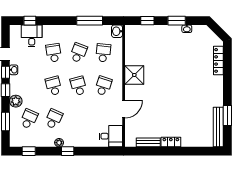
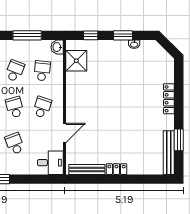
locker: (218, 60) -> (169, 99), moved
shower: (134, 75) -> (76, 61), moved
school desk: (78, 119) -> (15, 144), added
bench: (148, 142) -> (87, 170), width x1.36

